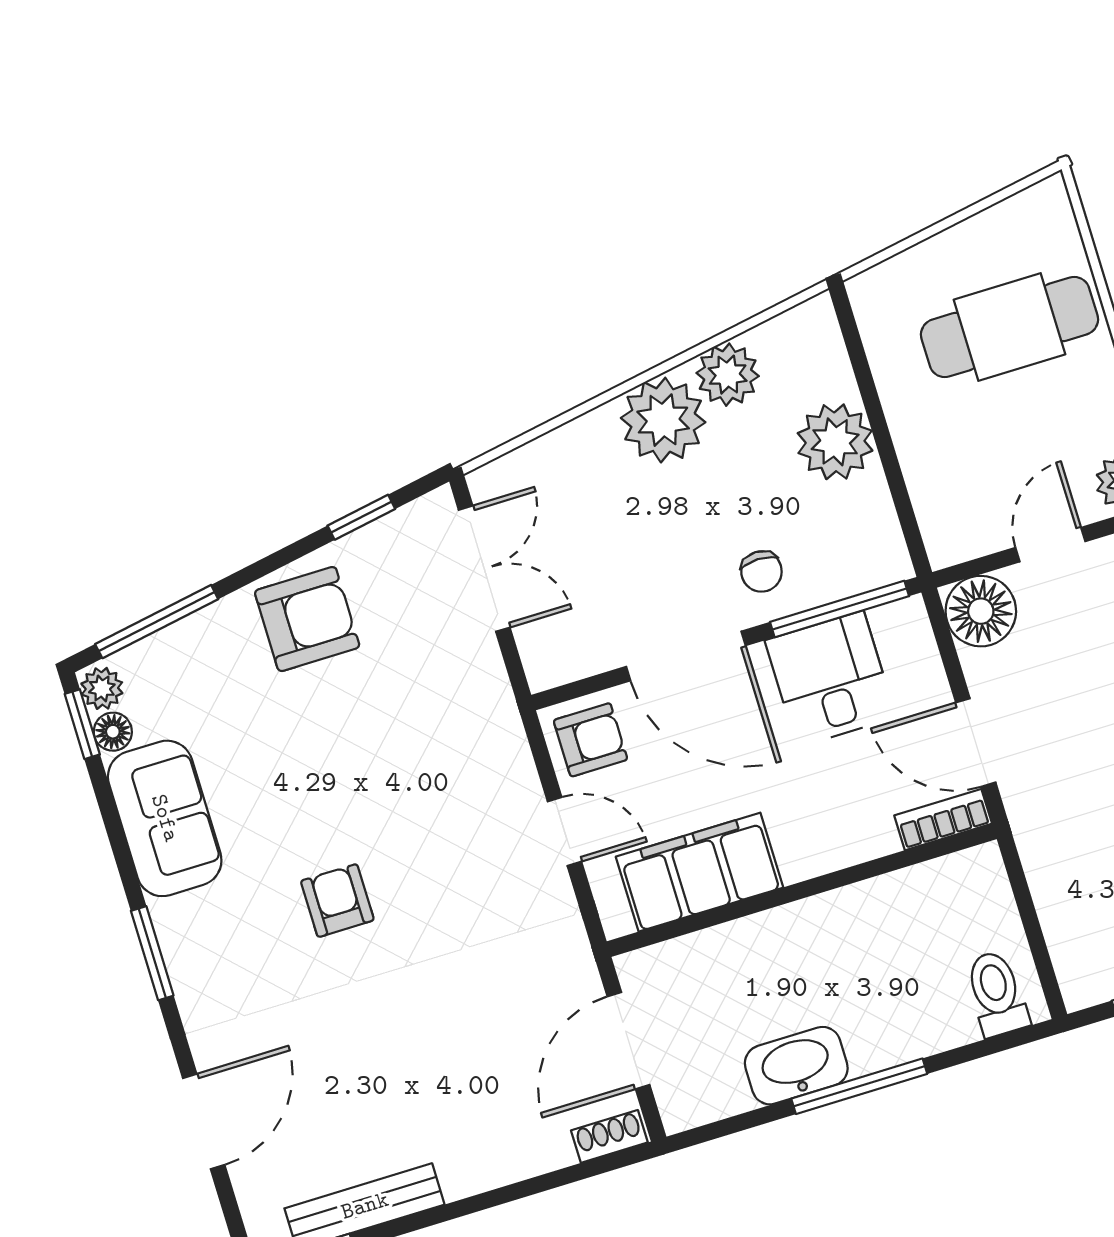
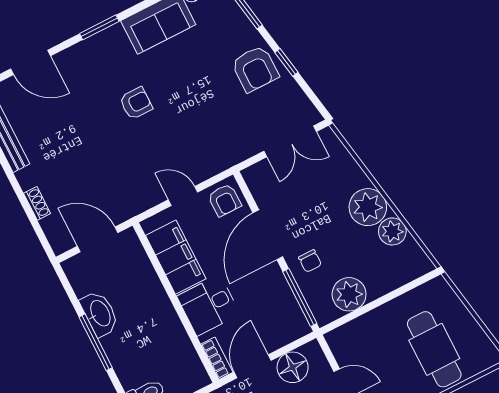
plant: (835, 442) -> (349, 294), moved
window: (361, 517) -> (286, 62), moved
chair: (761, 571) -> (310, 261), turned -90
floor lamp: (981, 611) -> (293, 367), moved
desk: (830, 679) -> (208, 305), moved, turned 180
door: (565, 832) -> (183, 196), swing flipped
shoe rack: (609, 1136) -> (37, 203), moved

